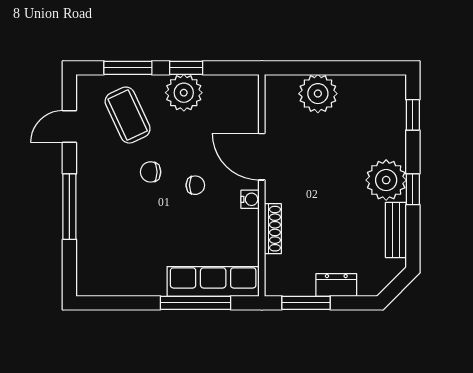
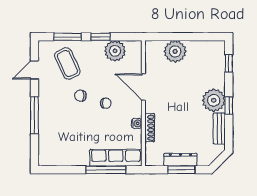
plant: (184, 93) -> (115, 51), moved
water cooler: (250, 199) -> (137, 123), moved
dresser: (336, 285) -> (180, 160), width x1.44
window: (306, 303) -> (181, 170), moved

